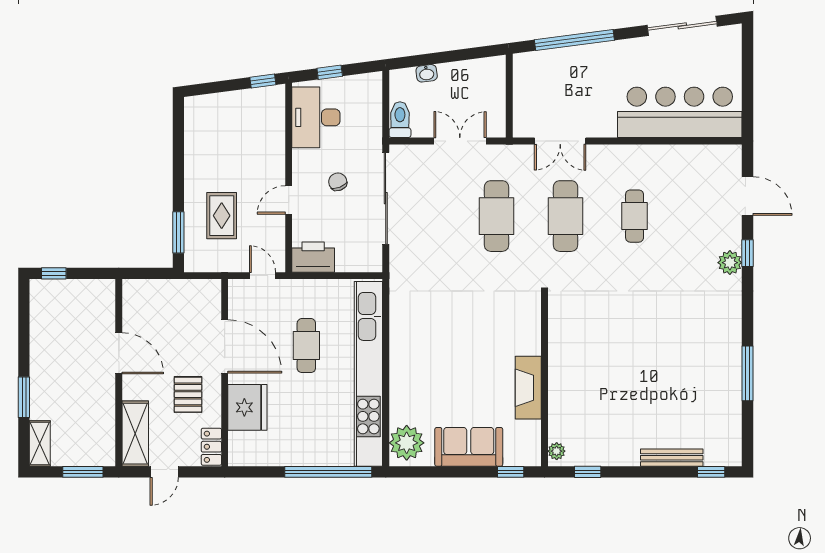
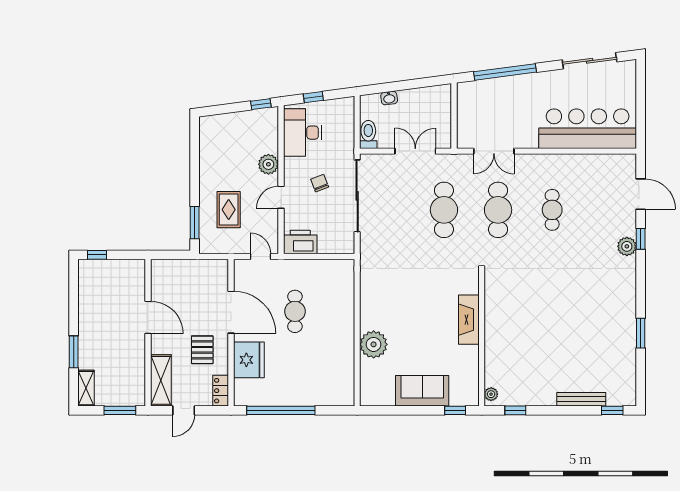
plant: (272, 158) -> (268, 164), added
window: (748, 373) -> (641, 333), width x0.69
kitchen unit: (368, 374) -> (344, 334), removed
fireplace: (528, 388) -> (469, 320), moved
plant: (407, 443) -> (374, 344), moved
window: (328, 472) -> (281, 410), moved

